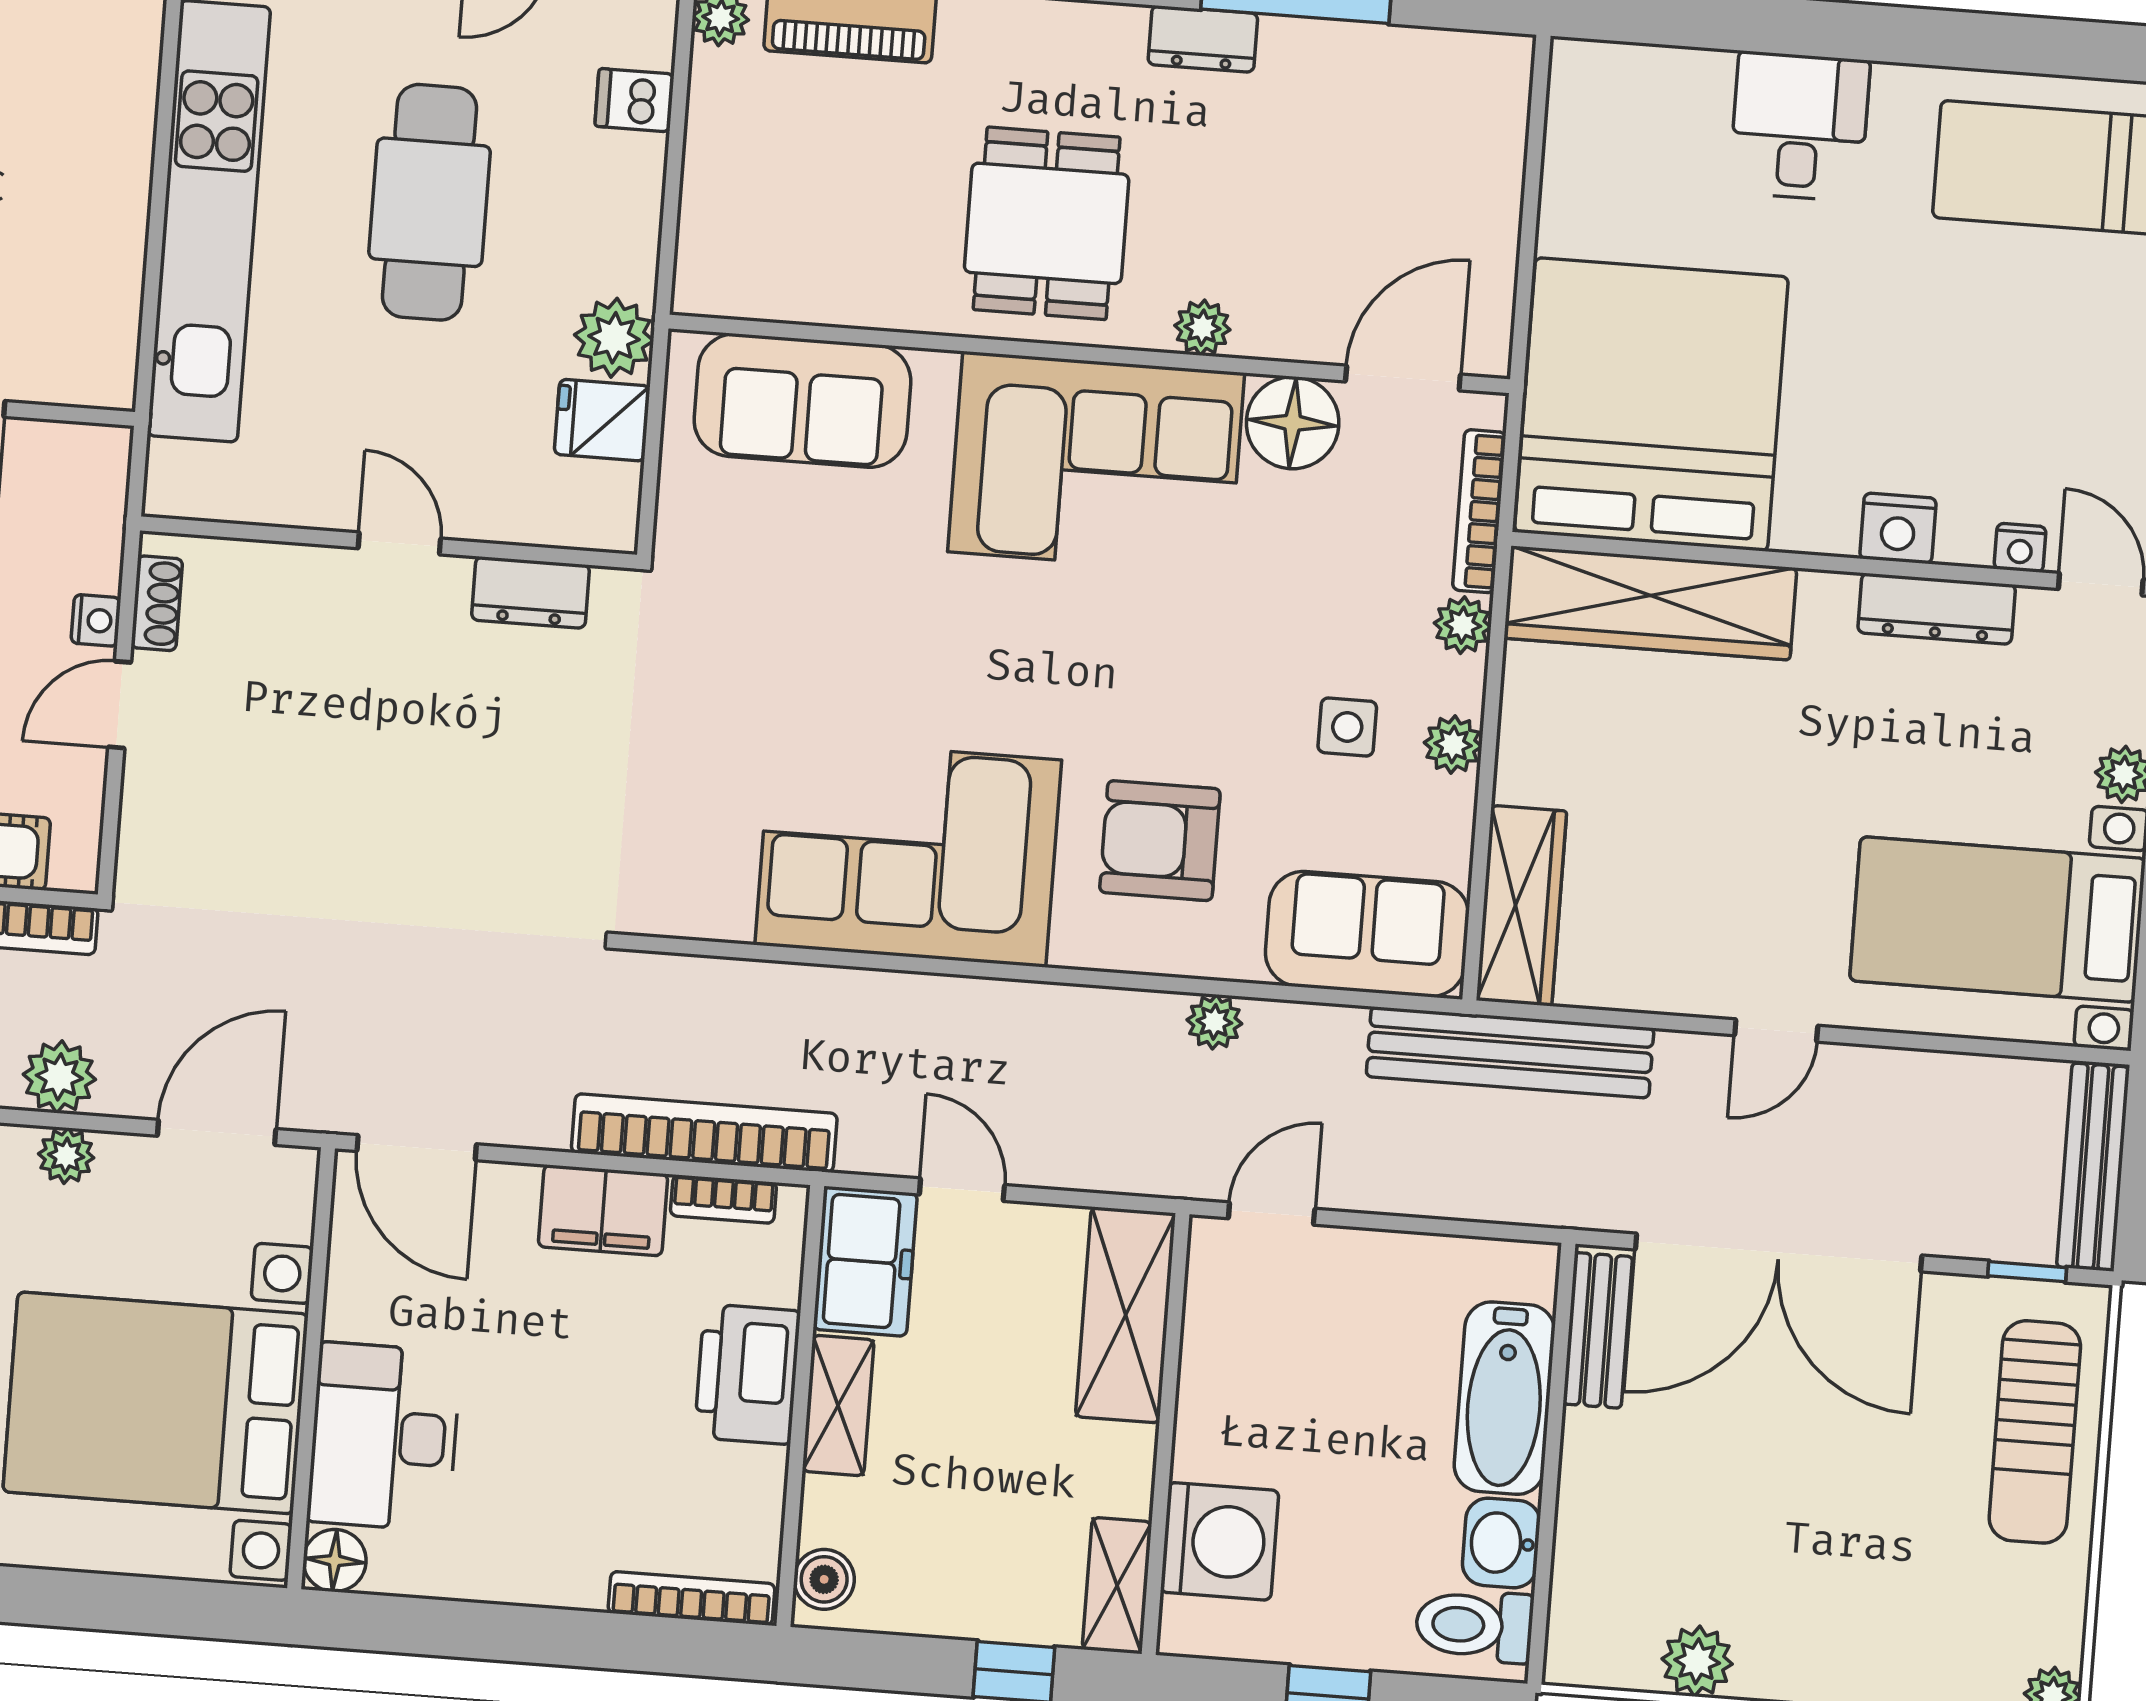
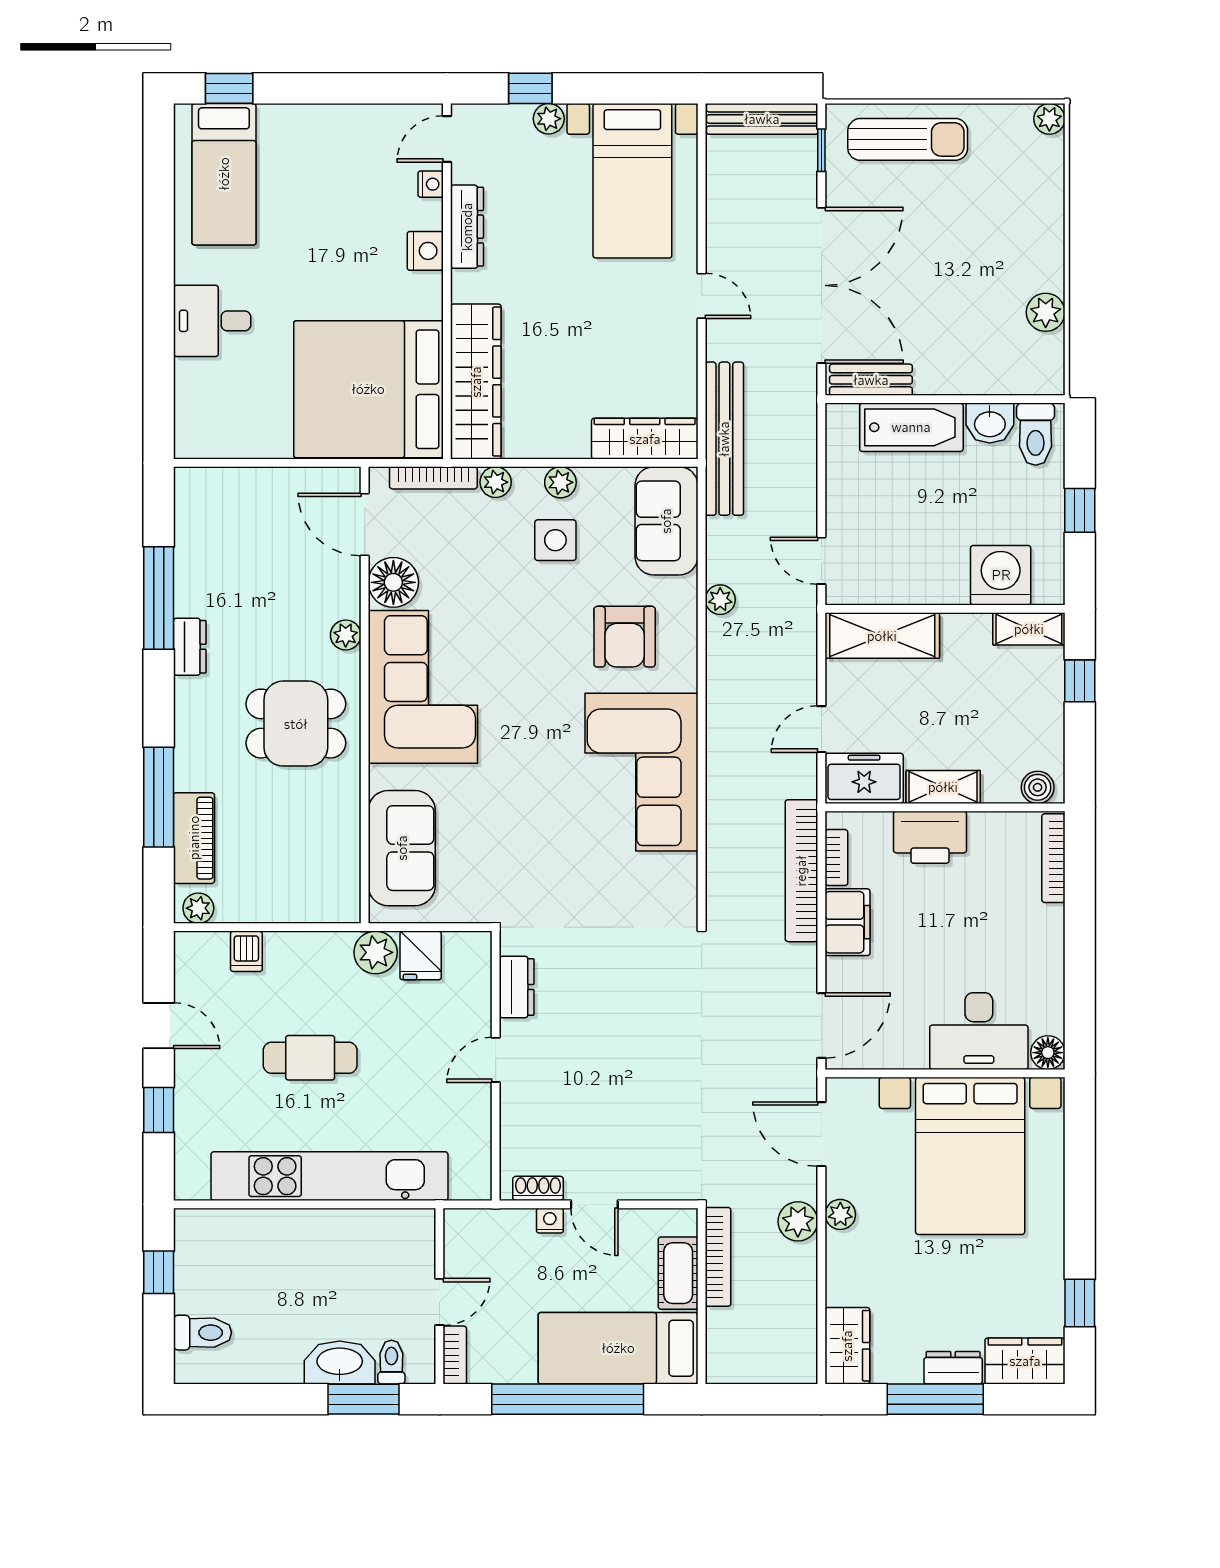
cafe table: (430, 202) -> (310, 1058), width x0.73, depth x0.74
side table: (1347, 727) -> (555, 540), width x1.37, depth x1.37

